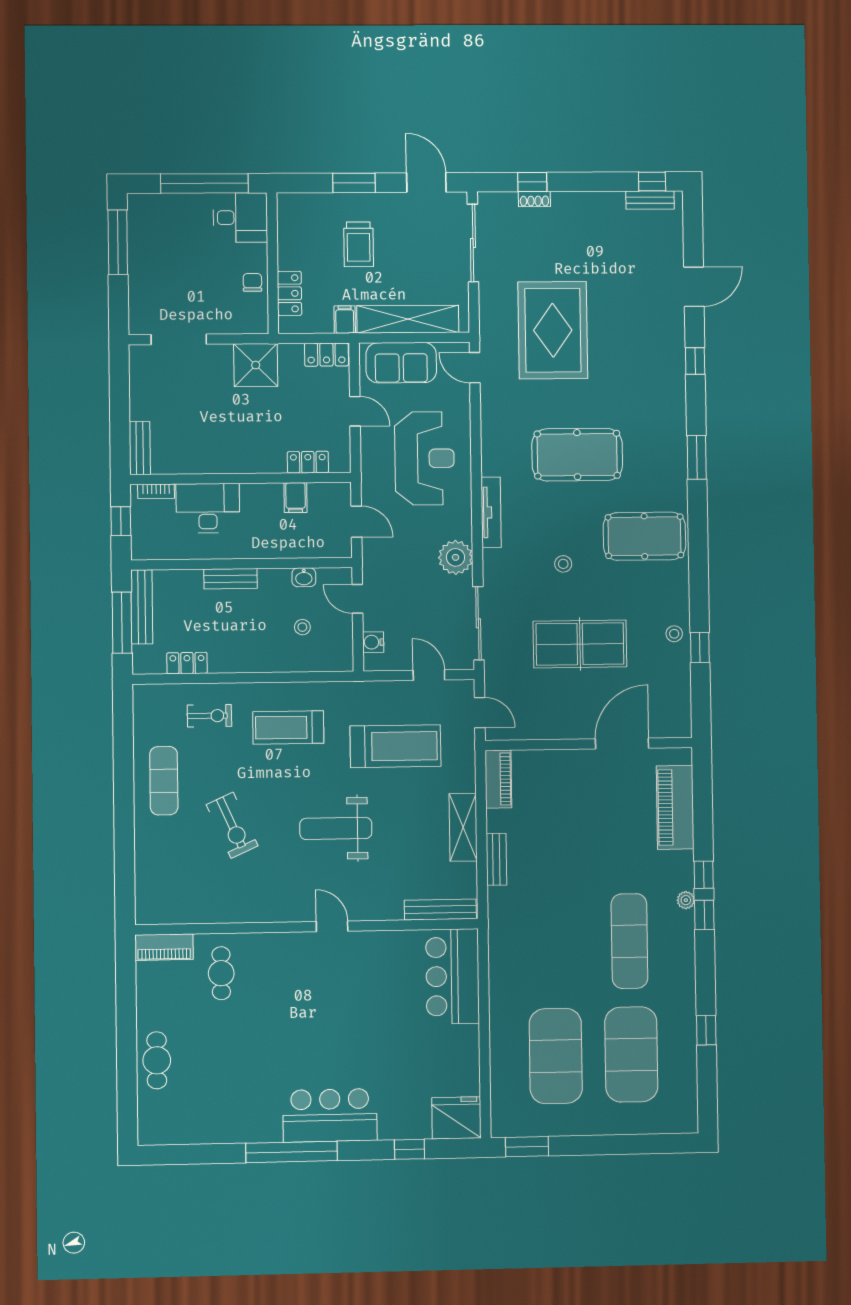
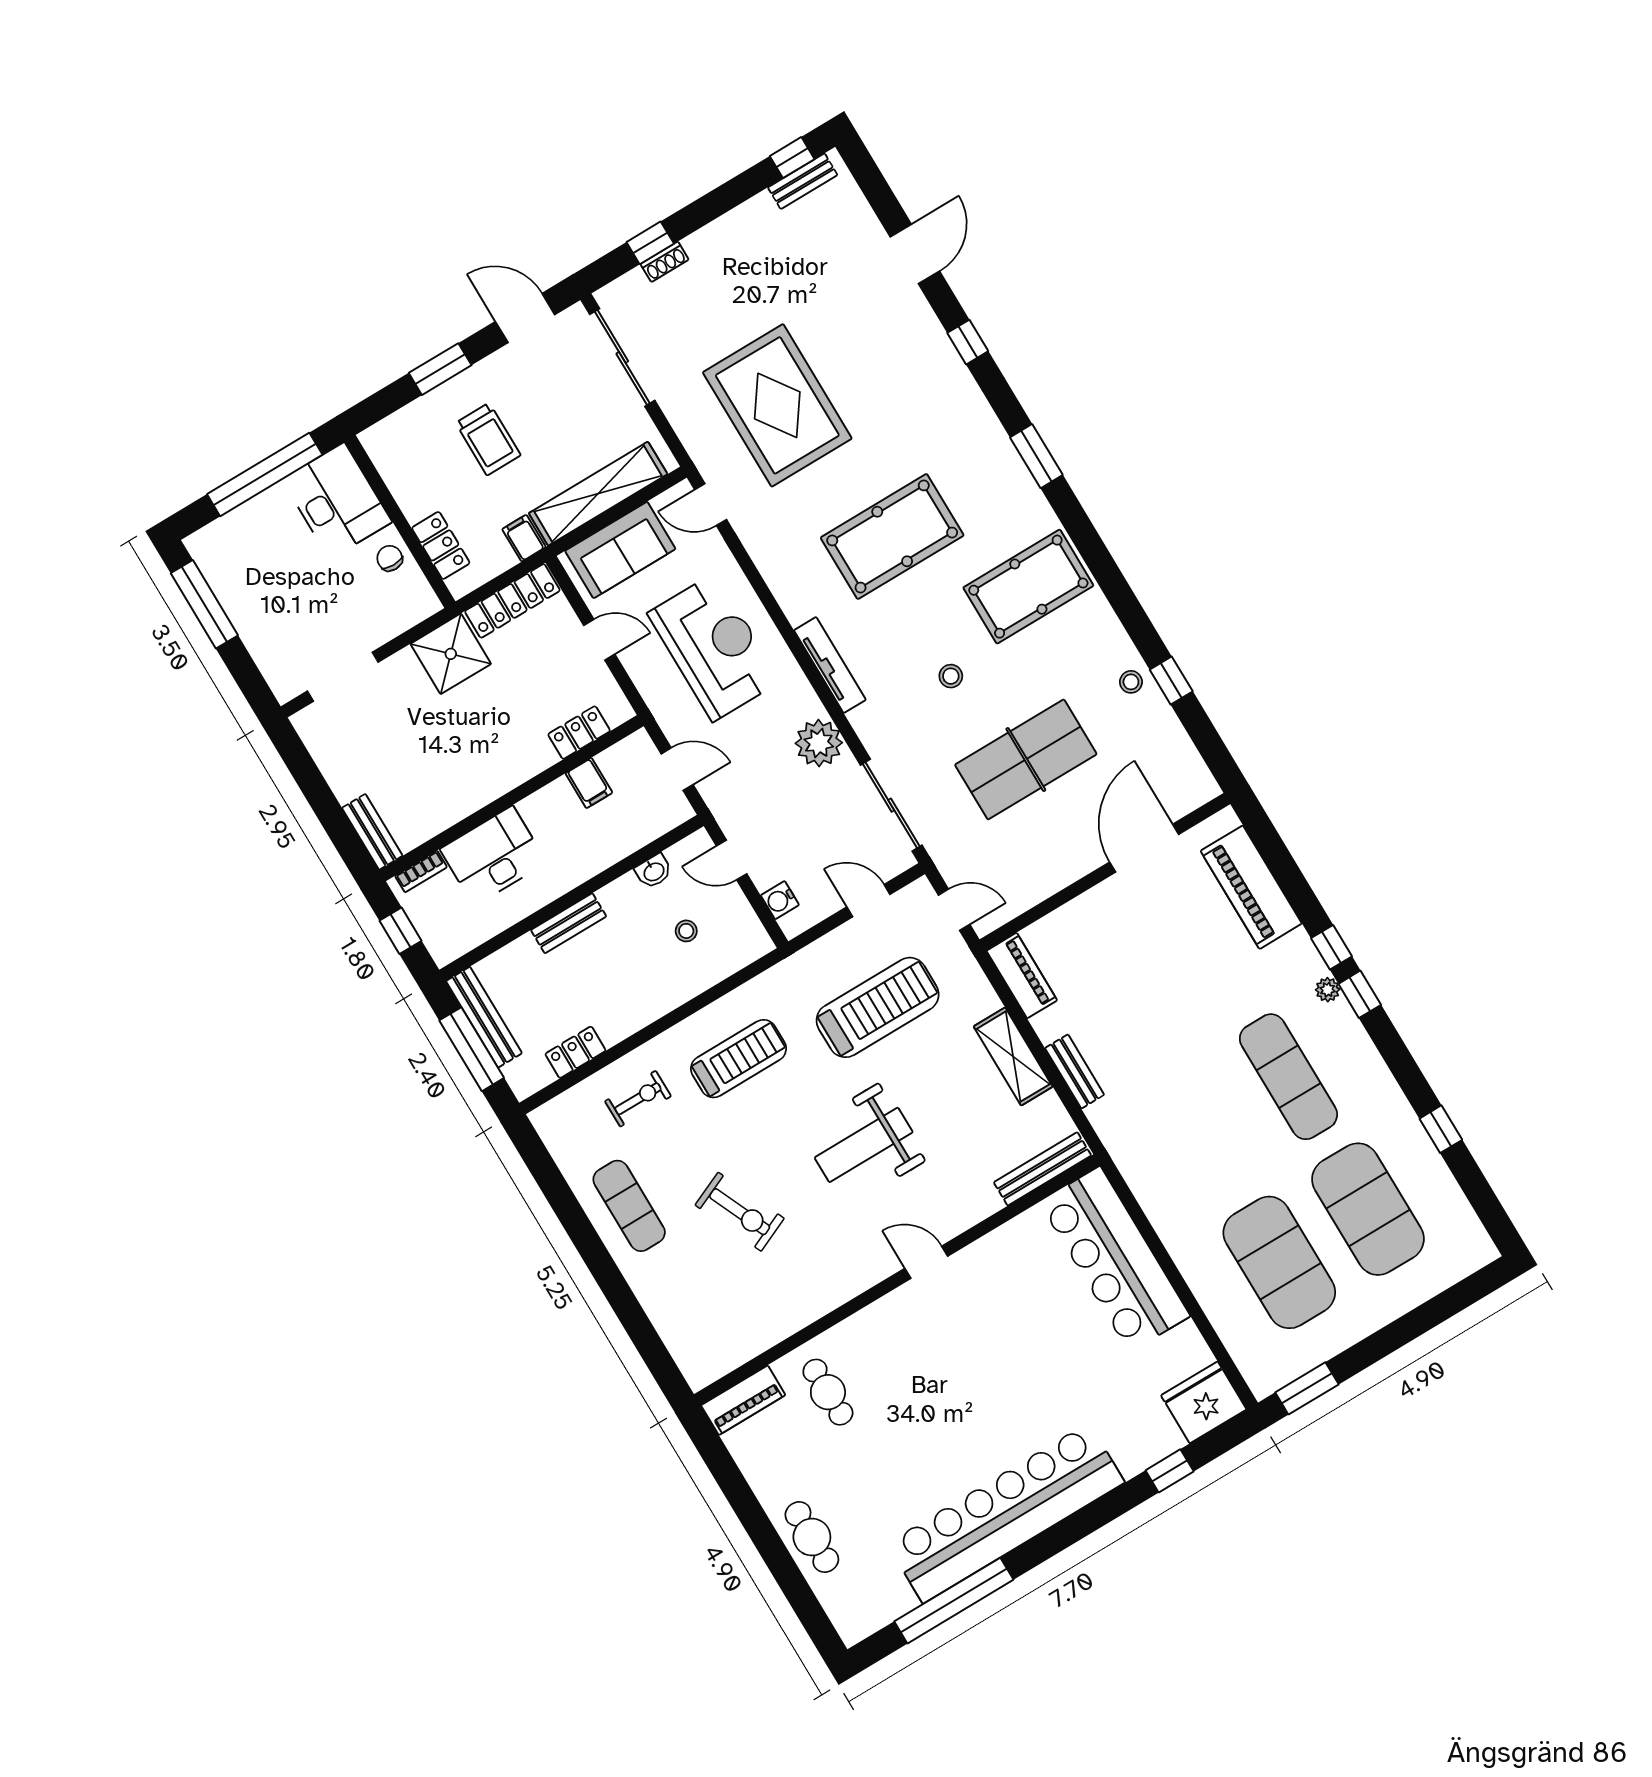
desk: (240, 218) -> (337, 501), width x1.37
locker: (326, 355) -> (512, 601), width x1.53
treadmill: (288, 727) -> (739, 1059), turned 180
bar counter: (453, 976) -> (1115, 1259), width x1.36
bar counter: (330, 1115) -> (1006, 1513), width x1.86
window: (292, 1152) -> (954, 1601), moved

